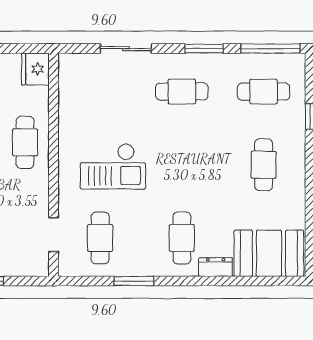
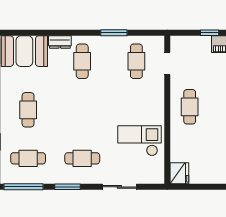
cafe table: (25, 142) -> (190, 107), moved
checkout: (113, 166) -> (140, 141), moved

